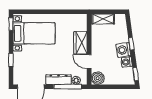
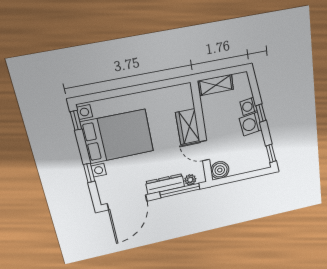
bed with nightstands: (34, 33) -> (117, 137), width x1.36
washing machine: (127, 62) -> (248, 106), moved

